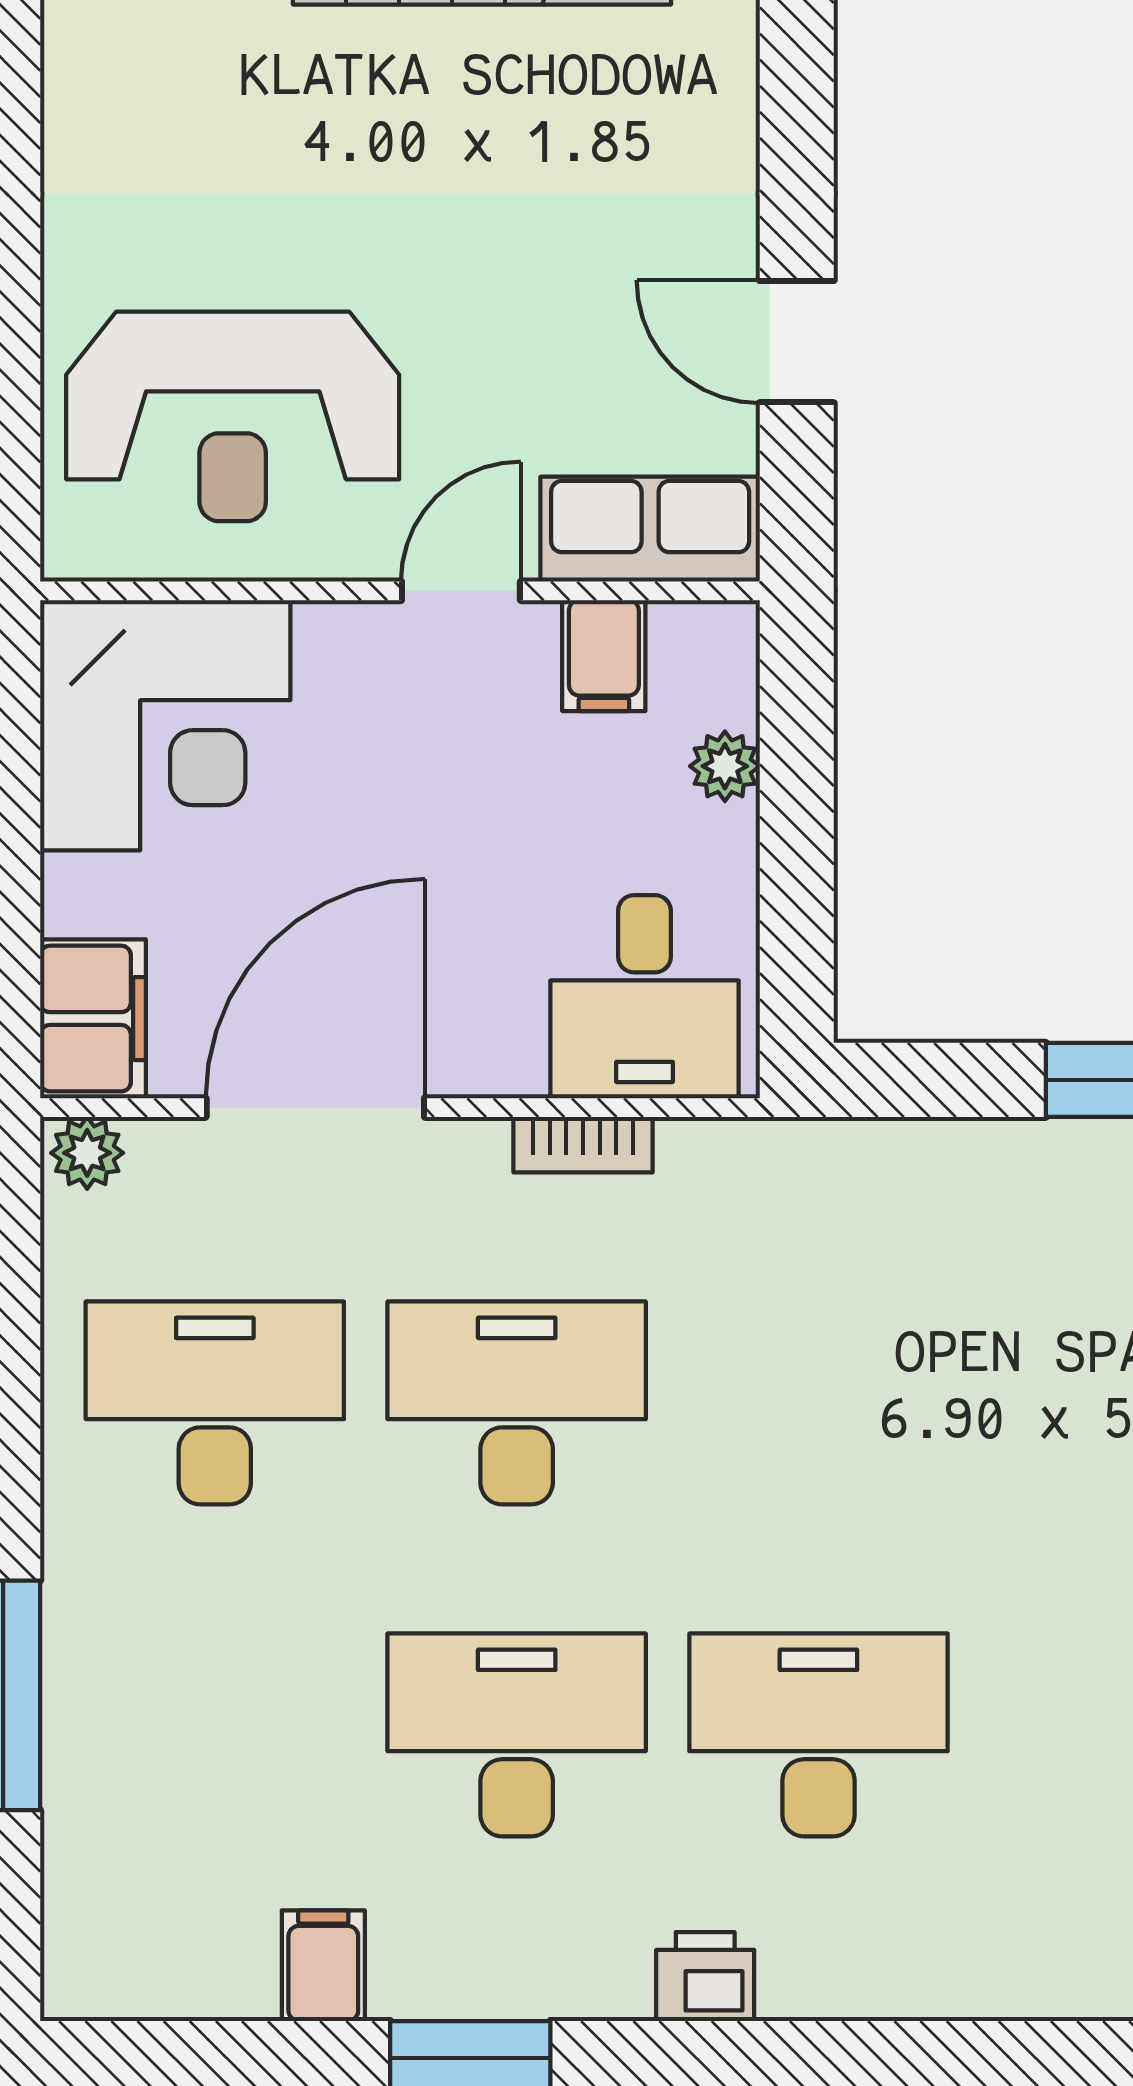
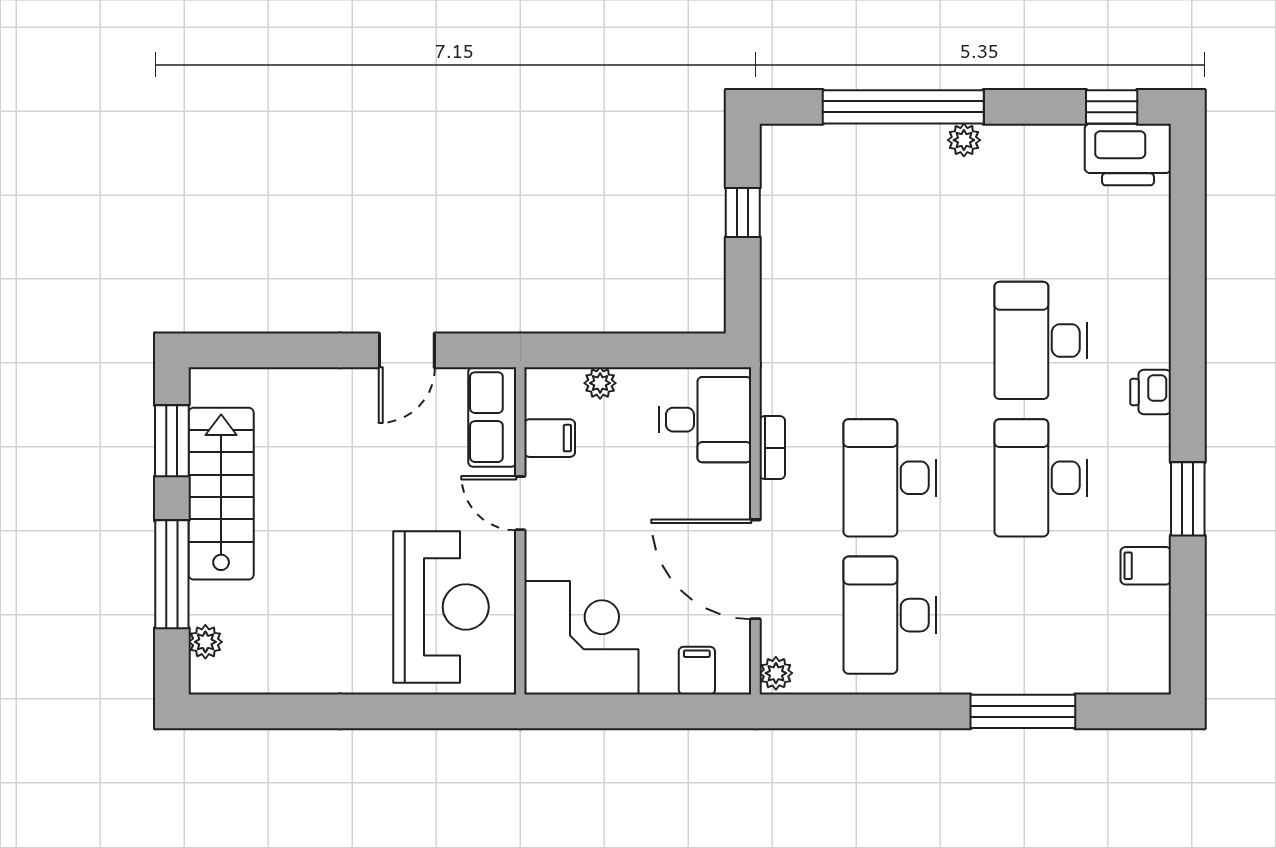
filing cabinet: (93, 1019) -> (697, 671), width x0.50

